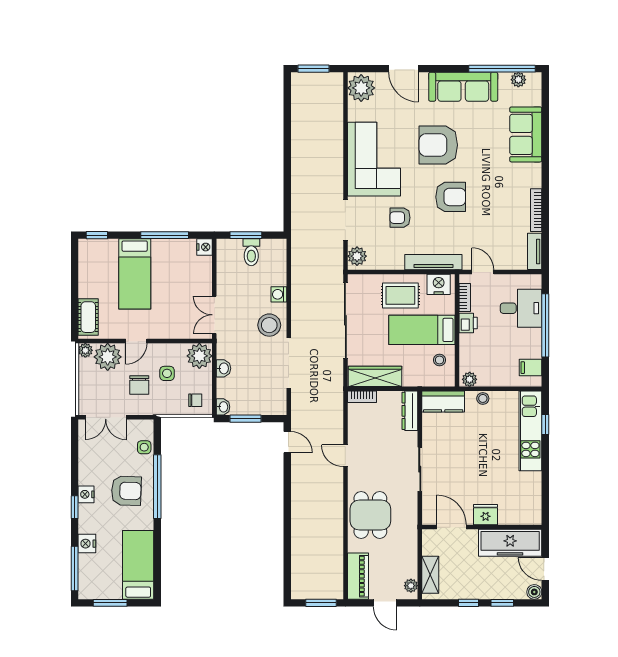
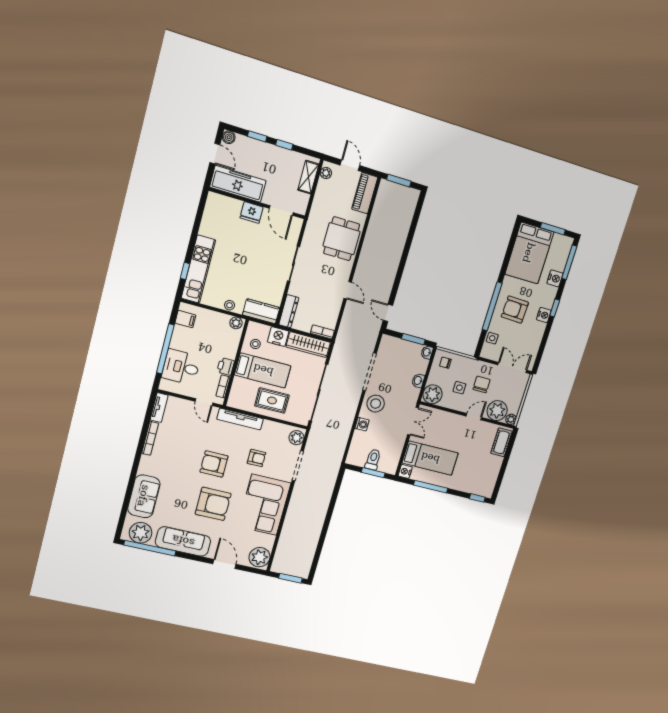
plant: (518, 80) -> (141, 533), width x1.88, depth x1.88
bed: (135, 274) -> (430, 458), moved, turned 90
nightstand: (439, 284) -> (278, 337), moved, turned 180
bed: (138, 565) -> (529, 253), width x1.50

